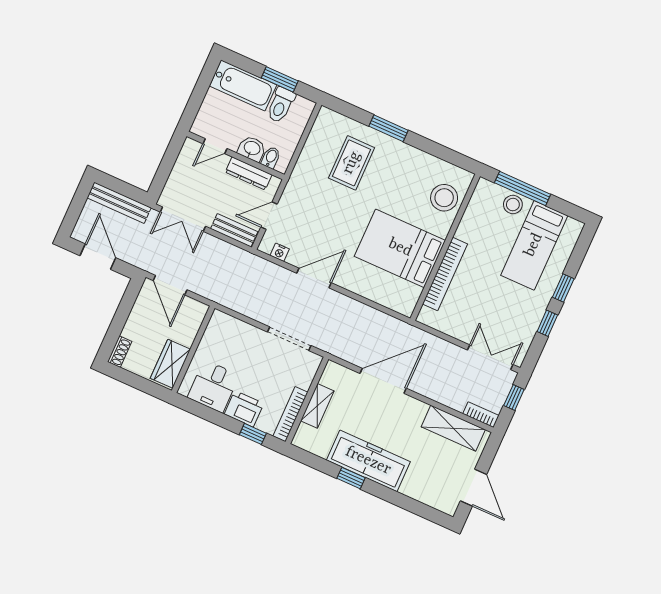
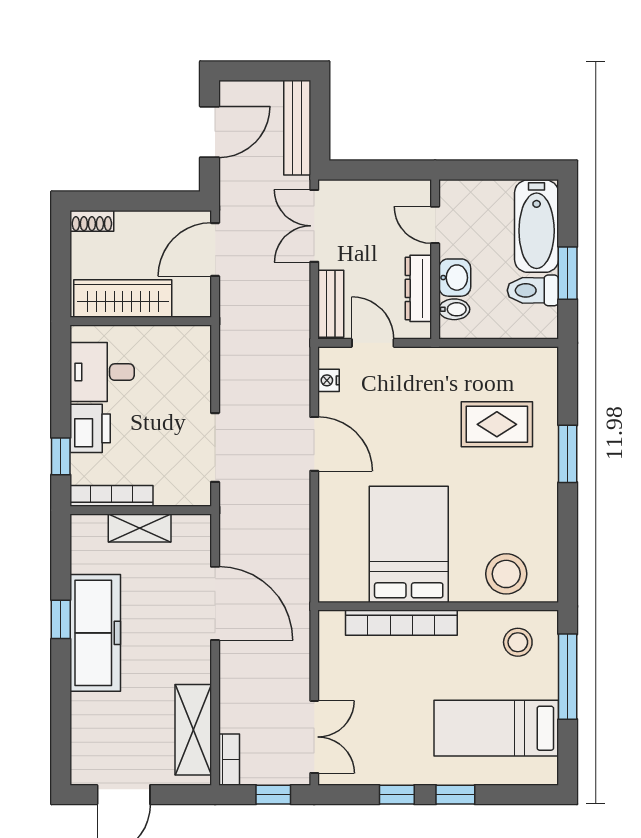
stool: (513, 204) -> (518, 642), moved
wardrobe: (170, 364) -> (123, 299), width x1.50

